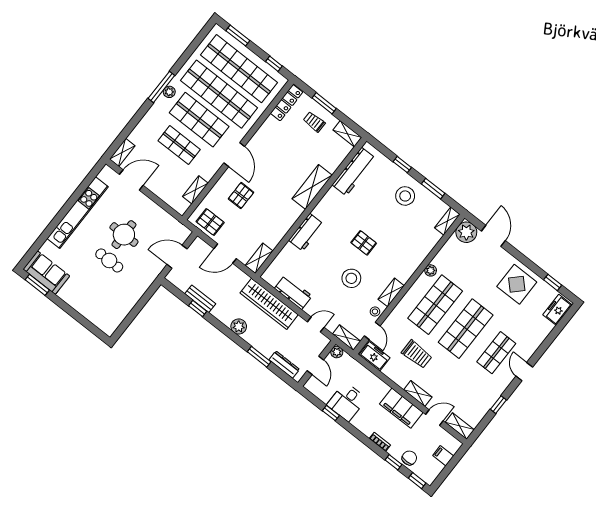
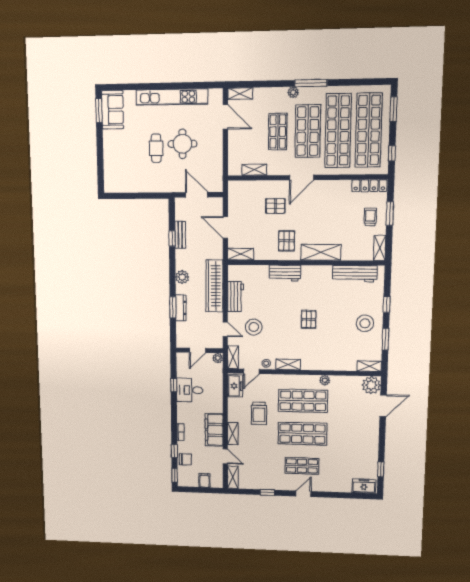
plant: (169, 92) -> (293, 92), moved
pallet: (210, 222) -> (286, 241), moved
stool: (351, 278) -> (254, 327), moved
display table: (517, 284) -> (361, 446), removed
dresser: (284, 365) -> (181, 308), moved

